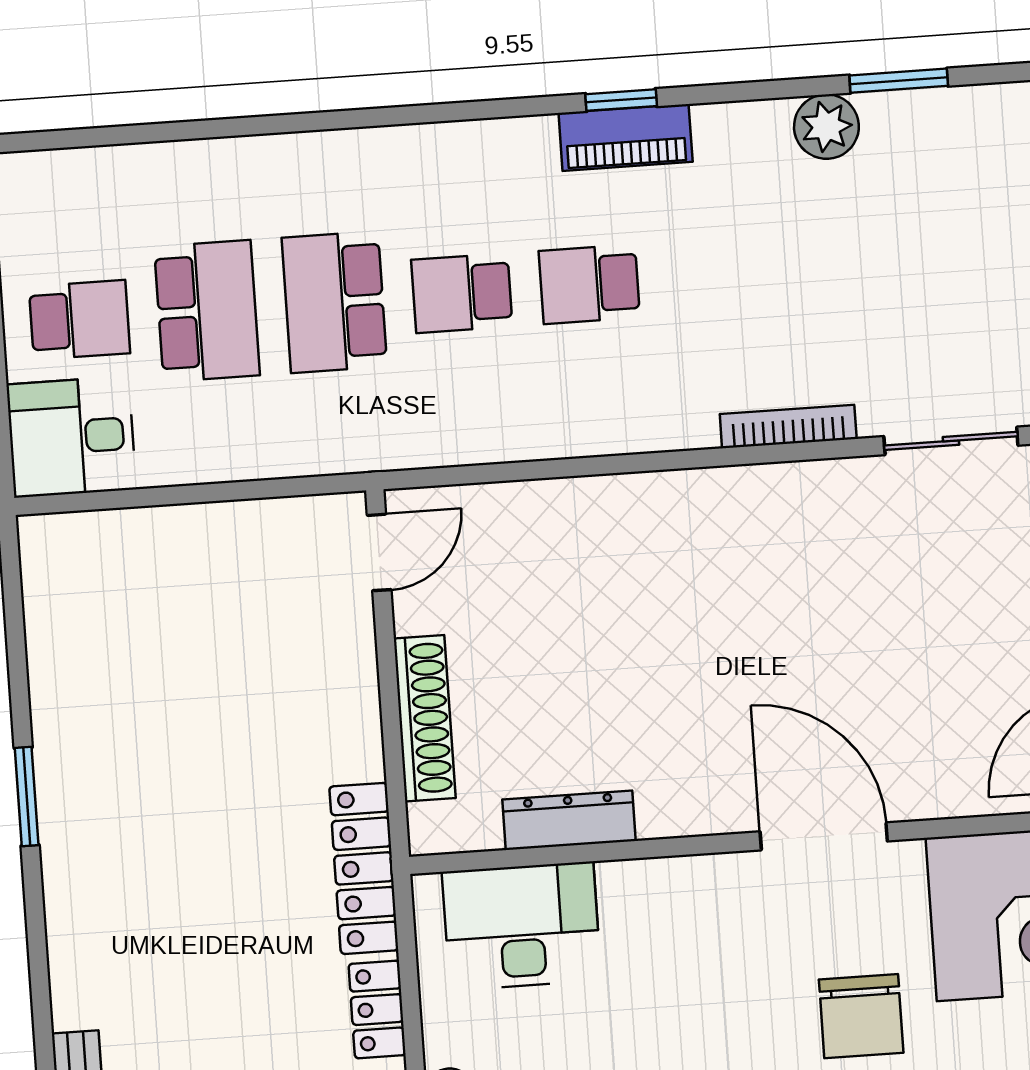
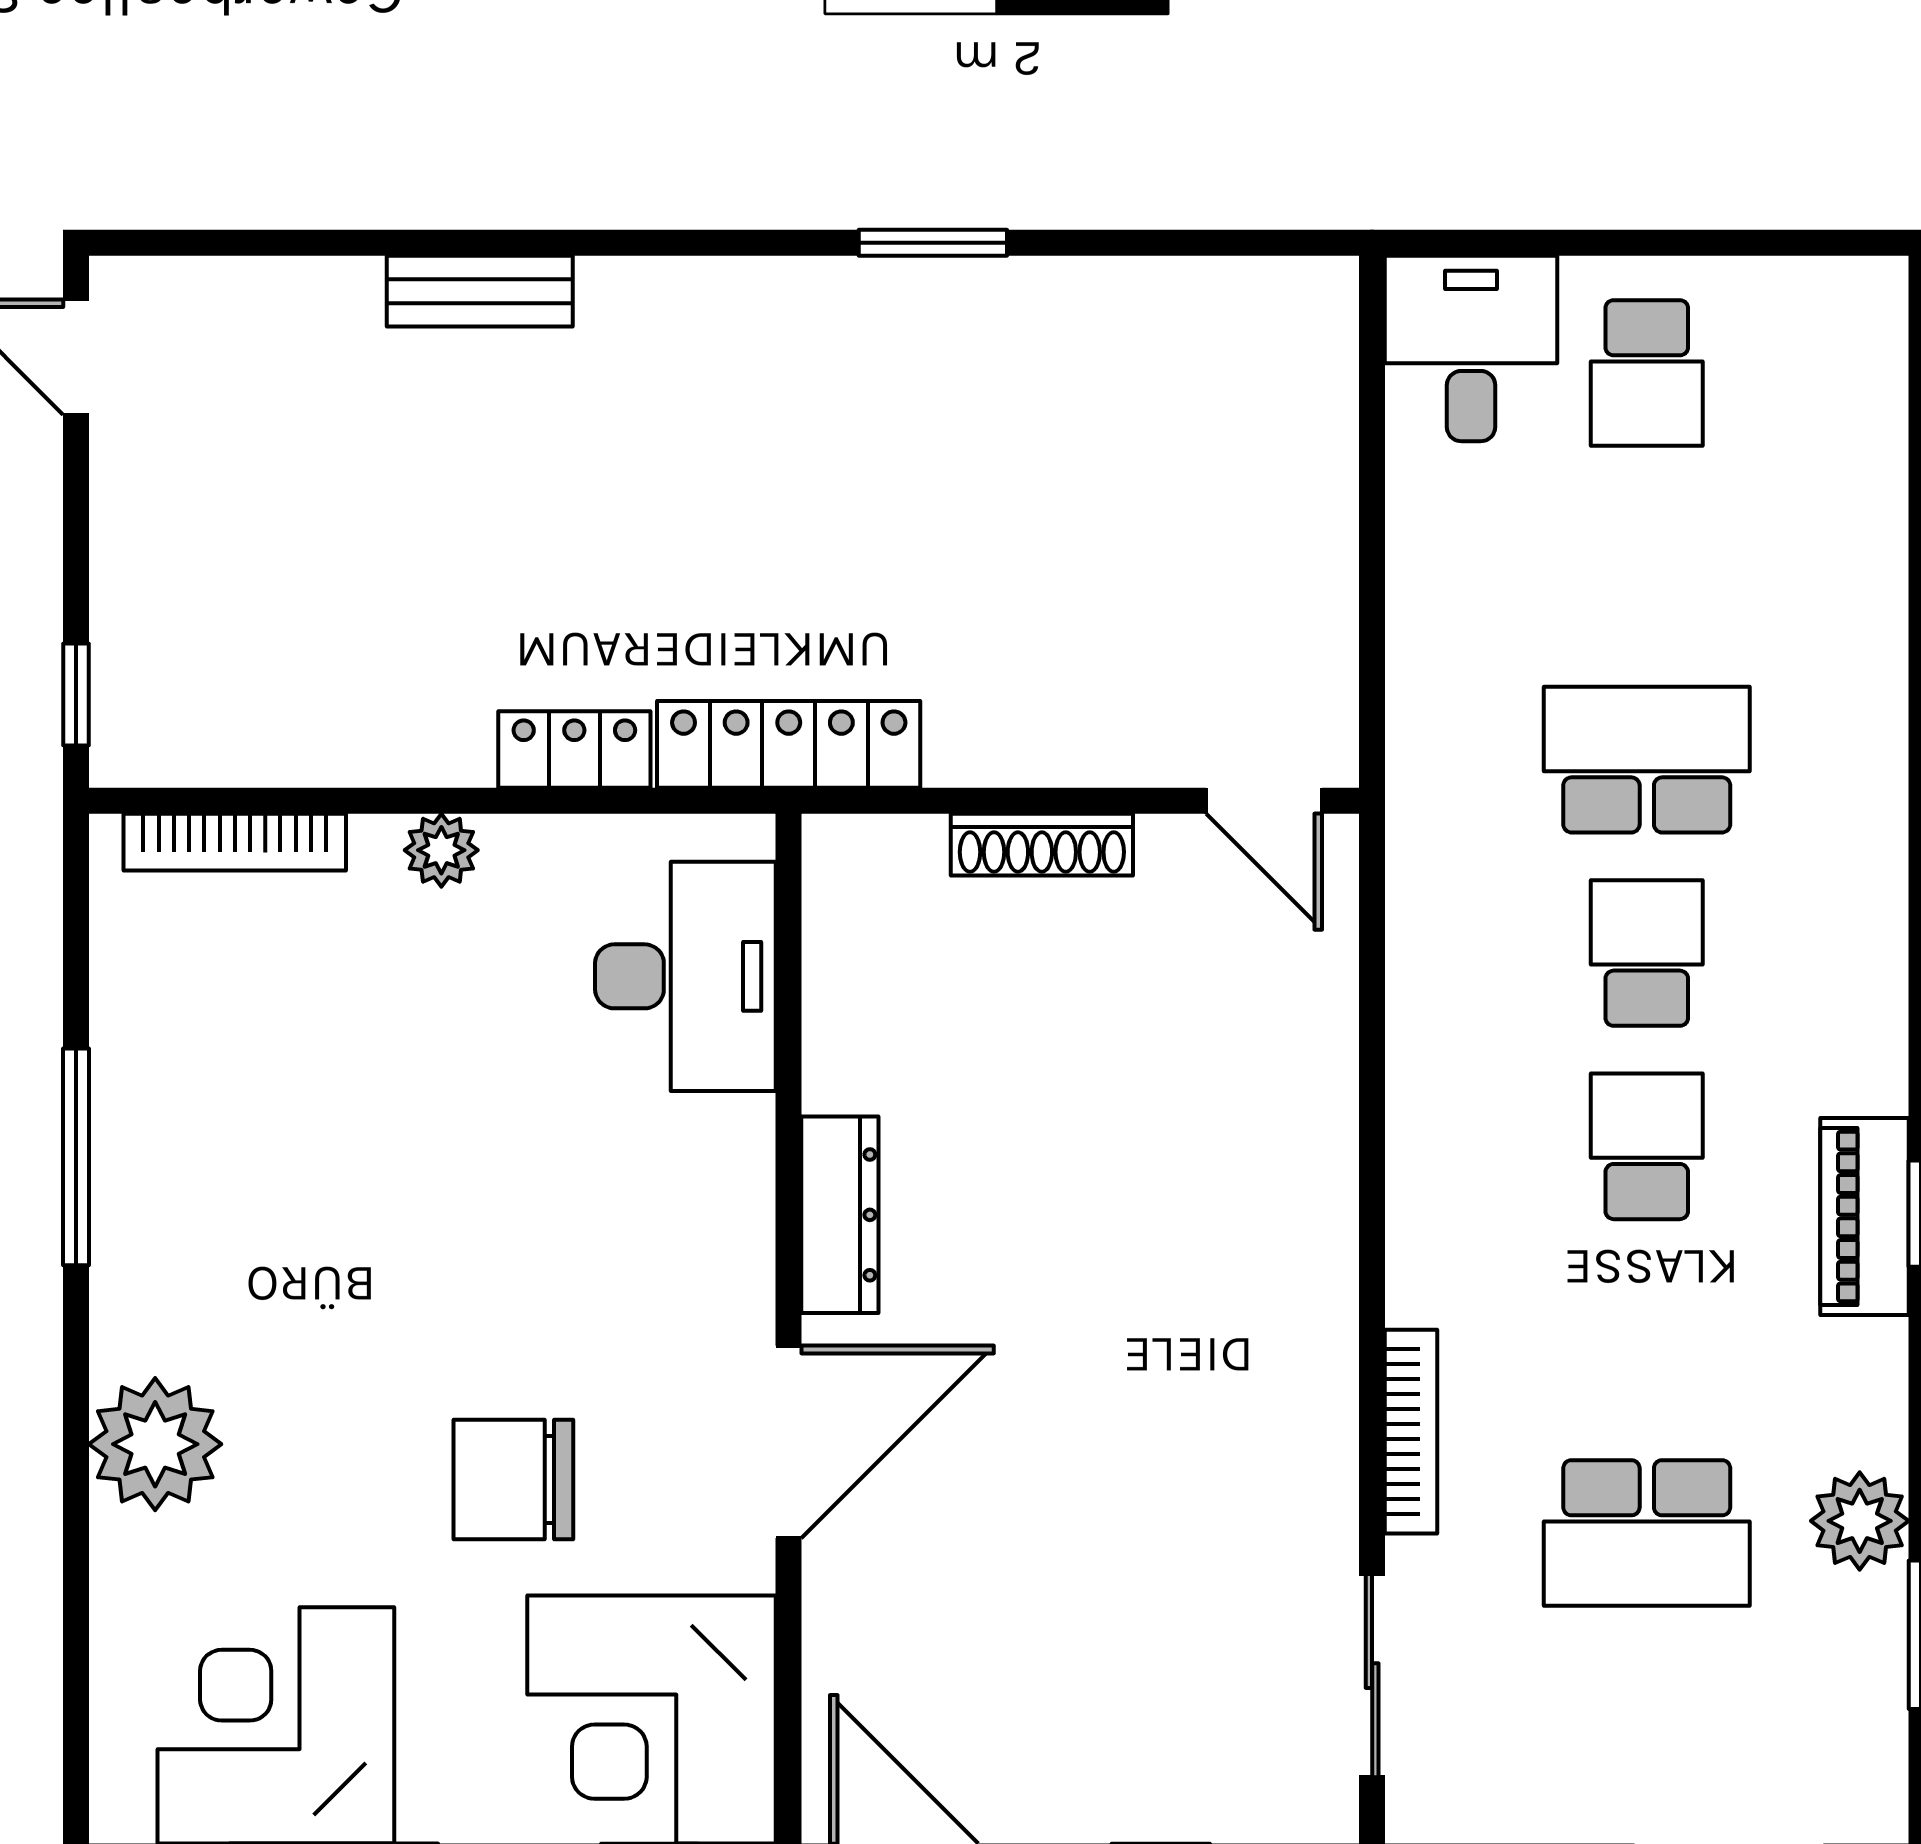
school desk: (207, 311) -> (1647, 1533), moved
shoe rack: (425, 718) -> (1042, 845), width x0.74, depth x0.81
dresser: (569, 820) -> (840, 1215), moved

